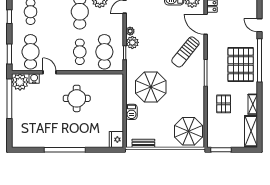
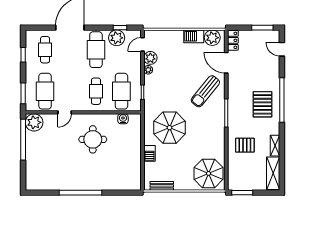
door: (259, 25) -> (282, 49), moved
plant: (132, 42) -> (150, 58), moved
pallet: (241, 64) -> (263, 104), width x0.73, depth x0.71
door: (49, 72) -> (65, 112), swing flipped
water cooler: (34, 78) -> (123, 119), moved
pallet: (224, 104) -> (245, 145), turned 90
fridge: (116, 139) -> (134, 182), removed

